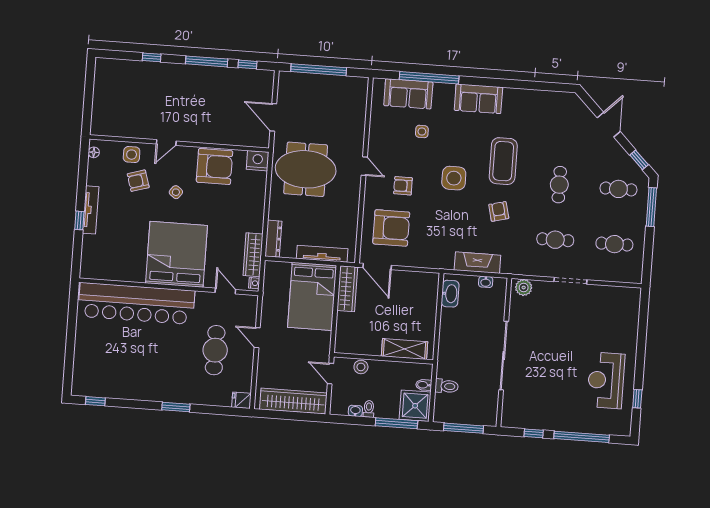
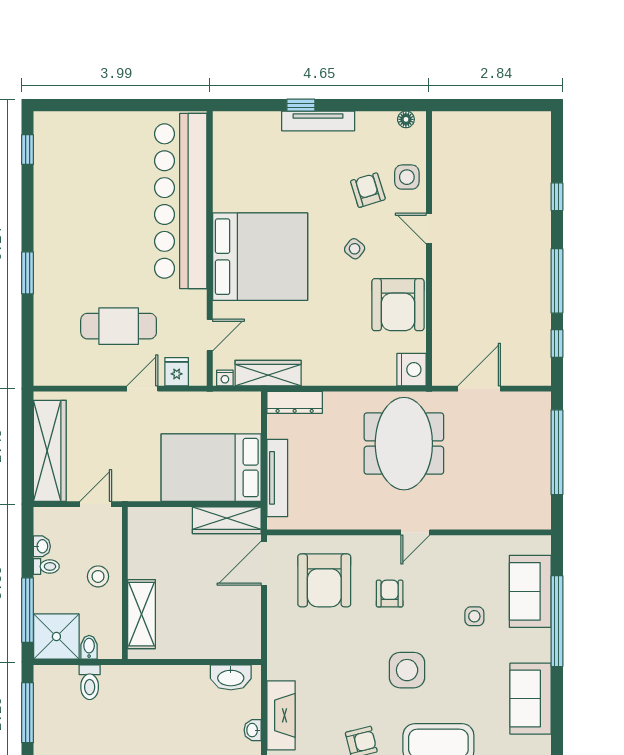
stool: (361, 367) -> (98, 576), moved
fridge: (241, 400) -> (177, 372), moved

